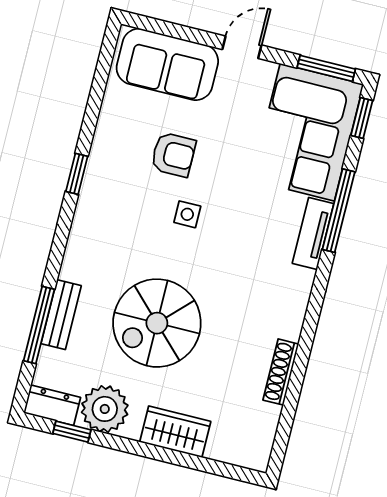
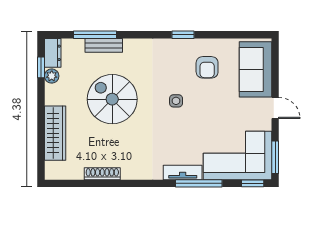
armchair: (173, 155) -> (207, 67), moved
plant: (105, 409) -> (52, 76), width x0.53, depth x0.53
wardrobe: (175, 432) -> (55, 133), width x1.50

